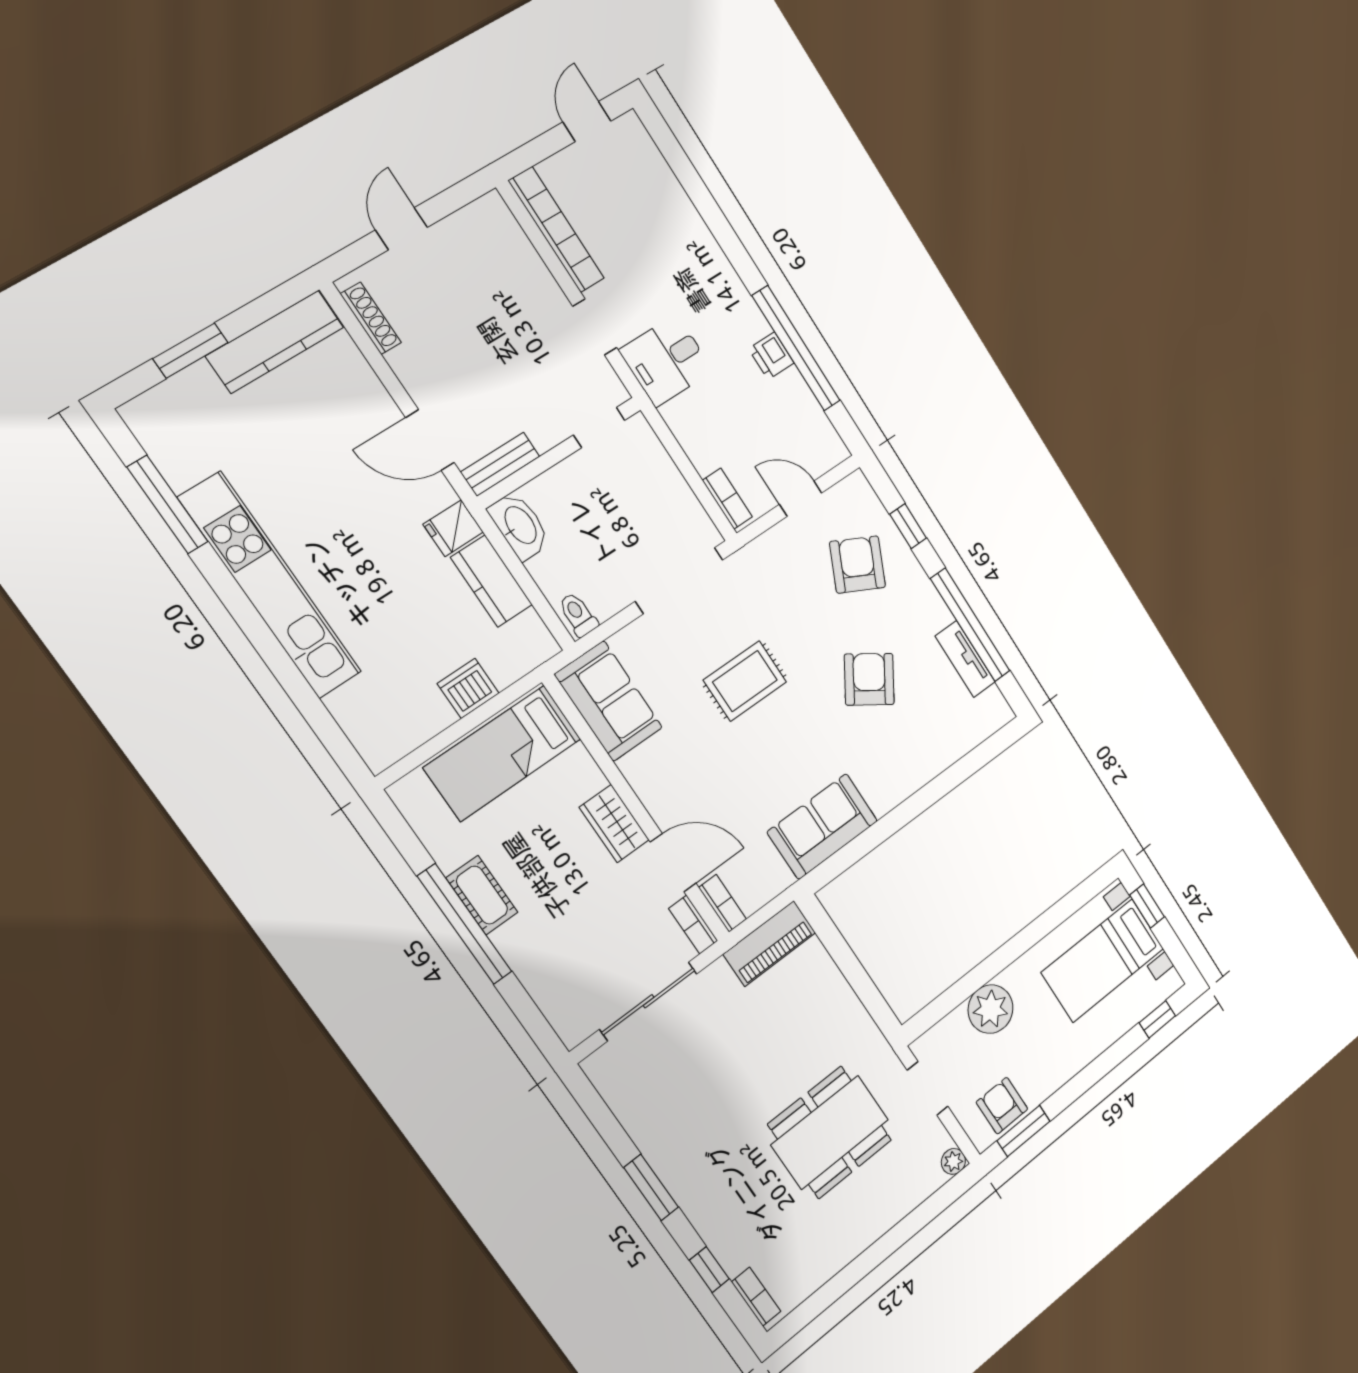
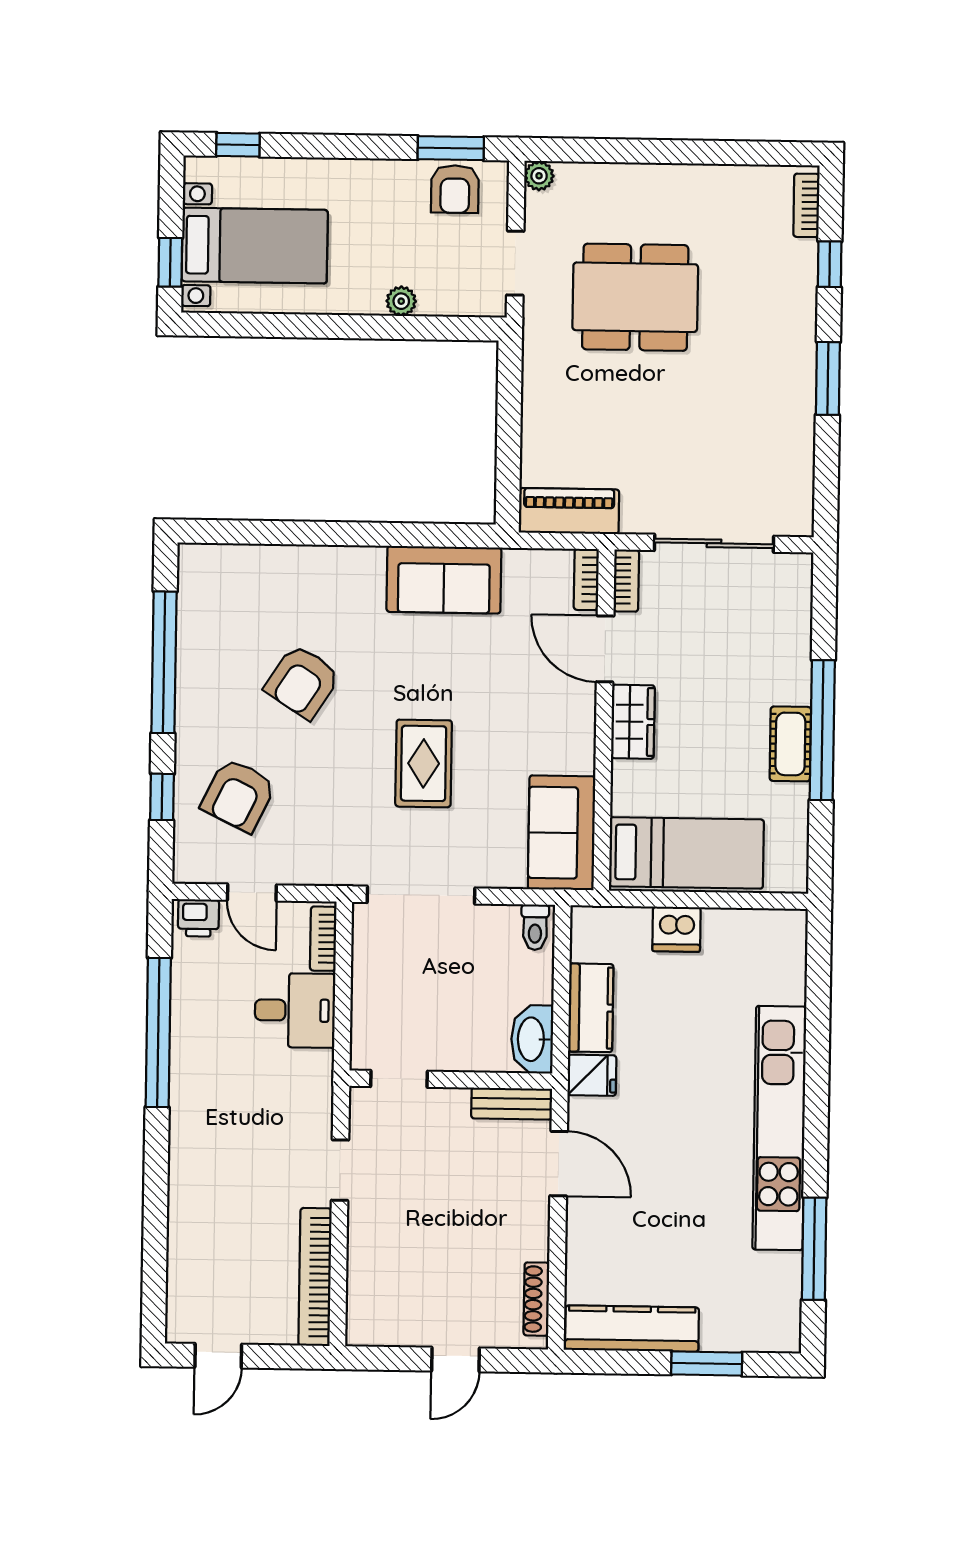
printer: (771, 356) -> (198, 918), moved, turned 90
desk: (666, 361) -> (295, 1010), moved
tv unit: (965, 659) -> (192, 634), removed
rug: (745, 681) -> (424, 763), turned 90
plant: (991, 1009) -> (401, 301), width x0.53, depth x0.53

